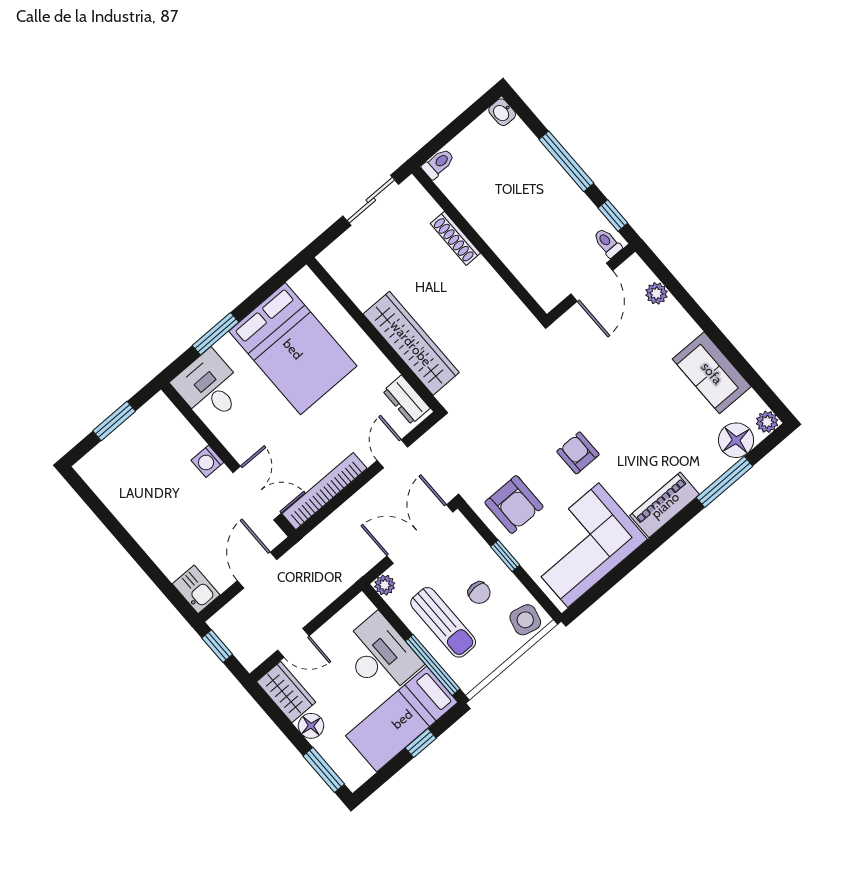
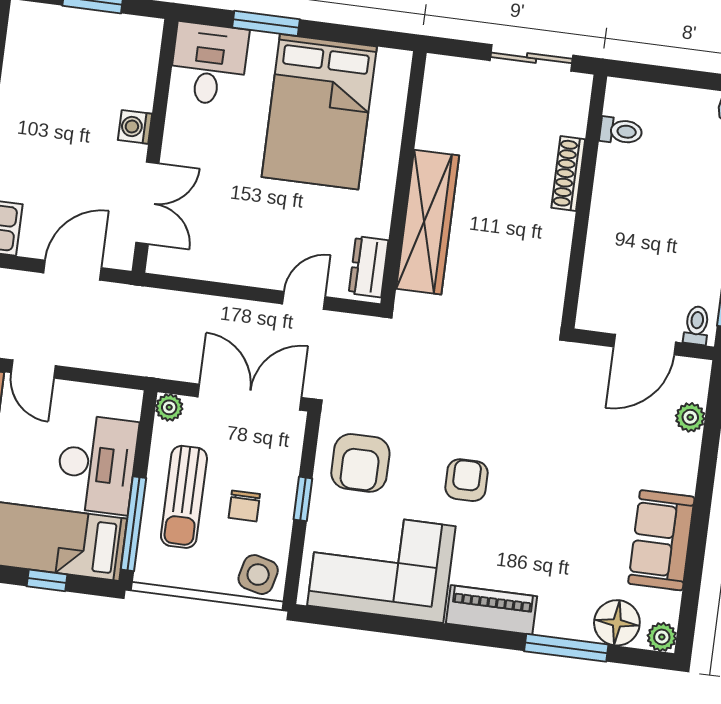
toilet: (438, 164) -> (621, 131), moved
bookcase: (325, 491) -> (208, 267), removed

